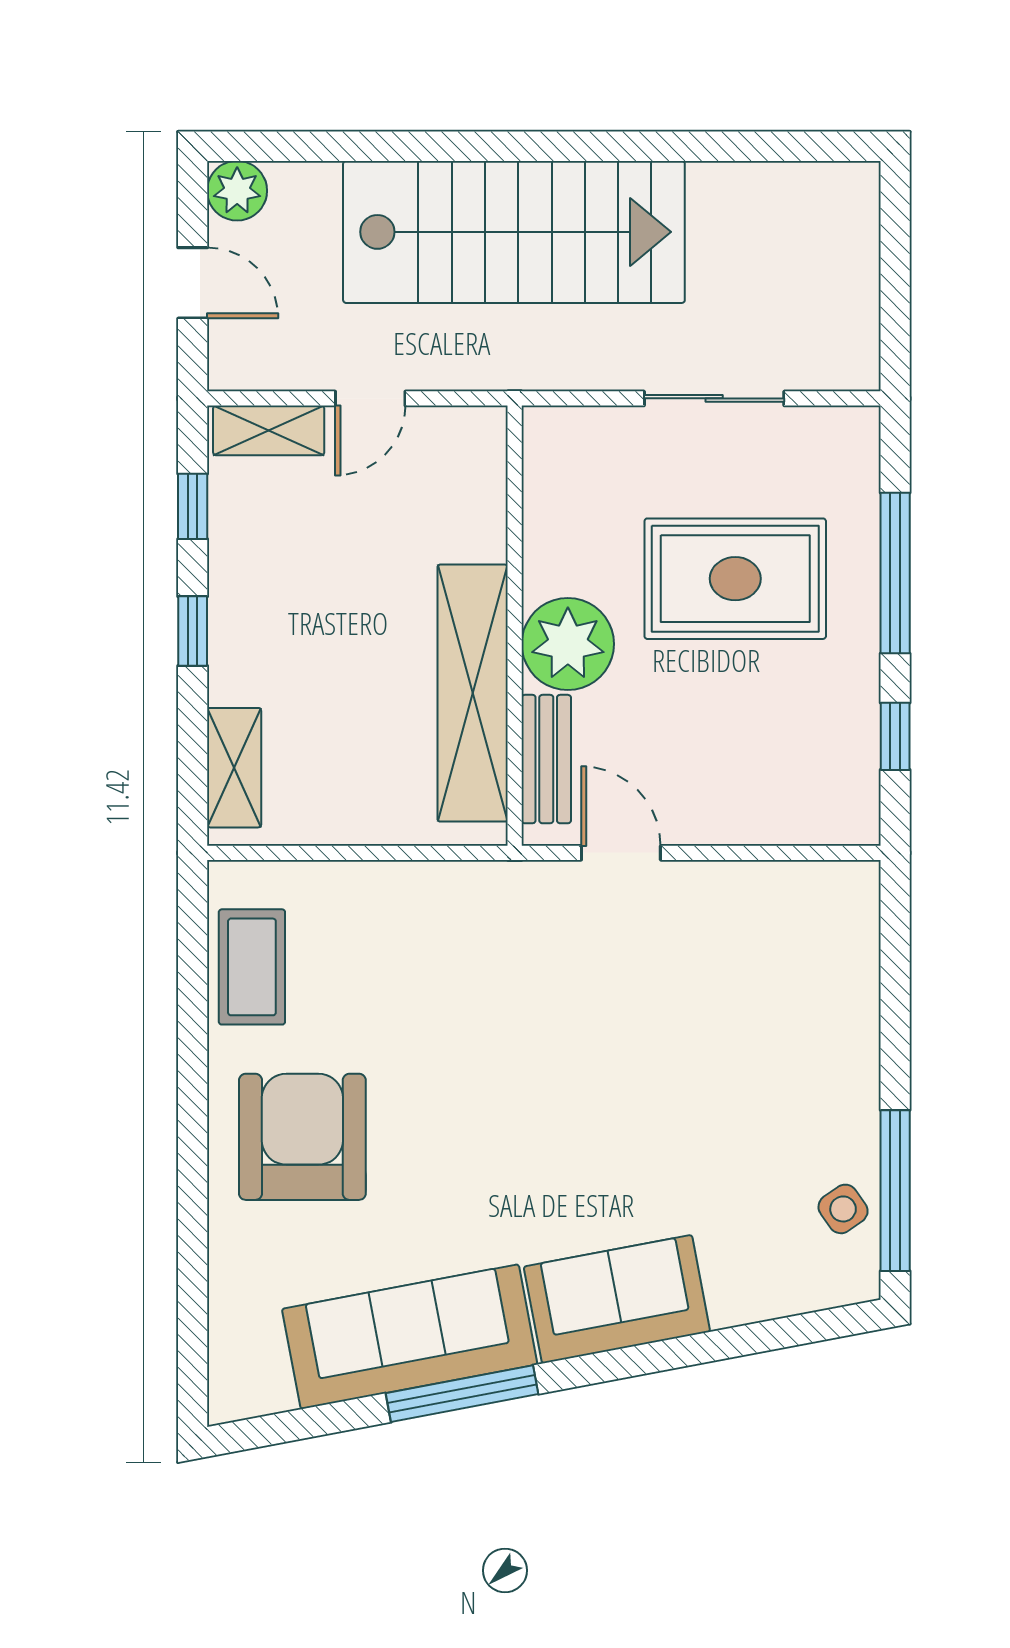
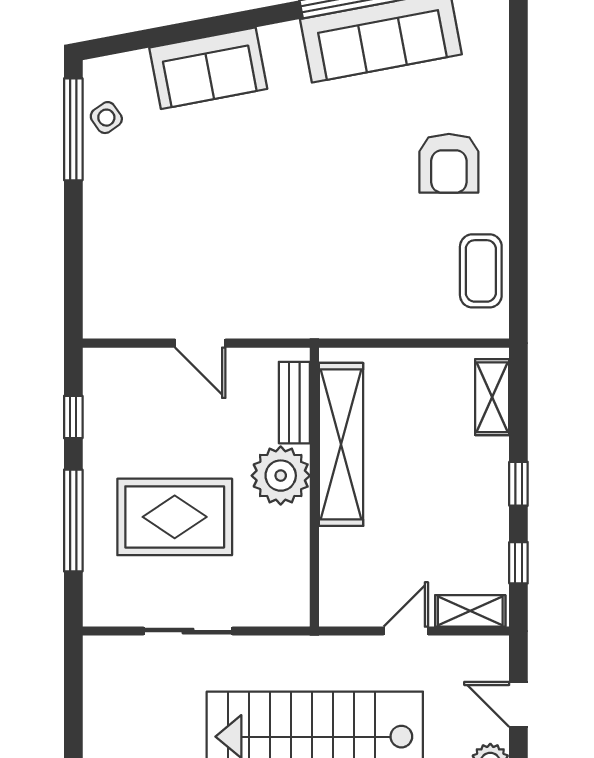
door: (621, 853) -> (200, 343), moved
armchair: (302, 1137) -> (449, 163), width x0.73, depth x0.73
sofa: (617, 1299) -> (208, 68), moved

